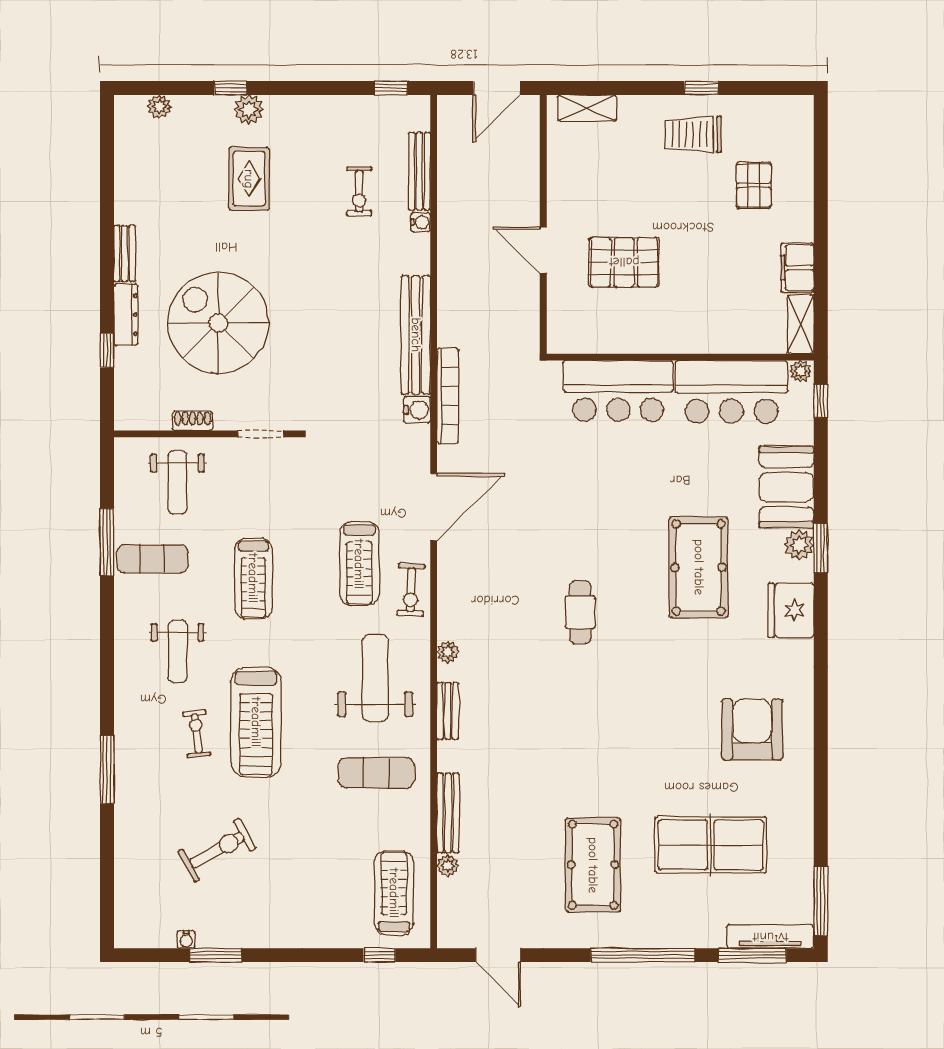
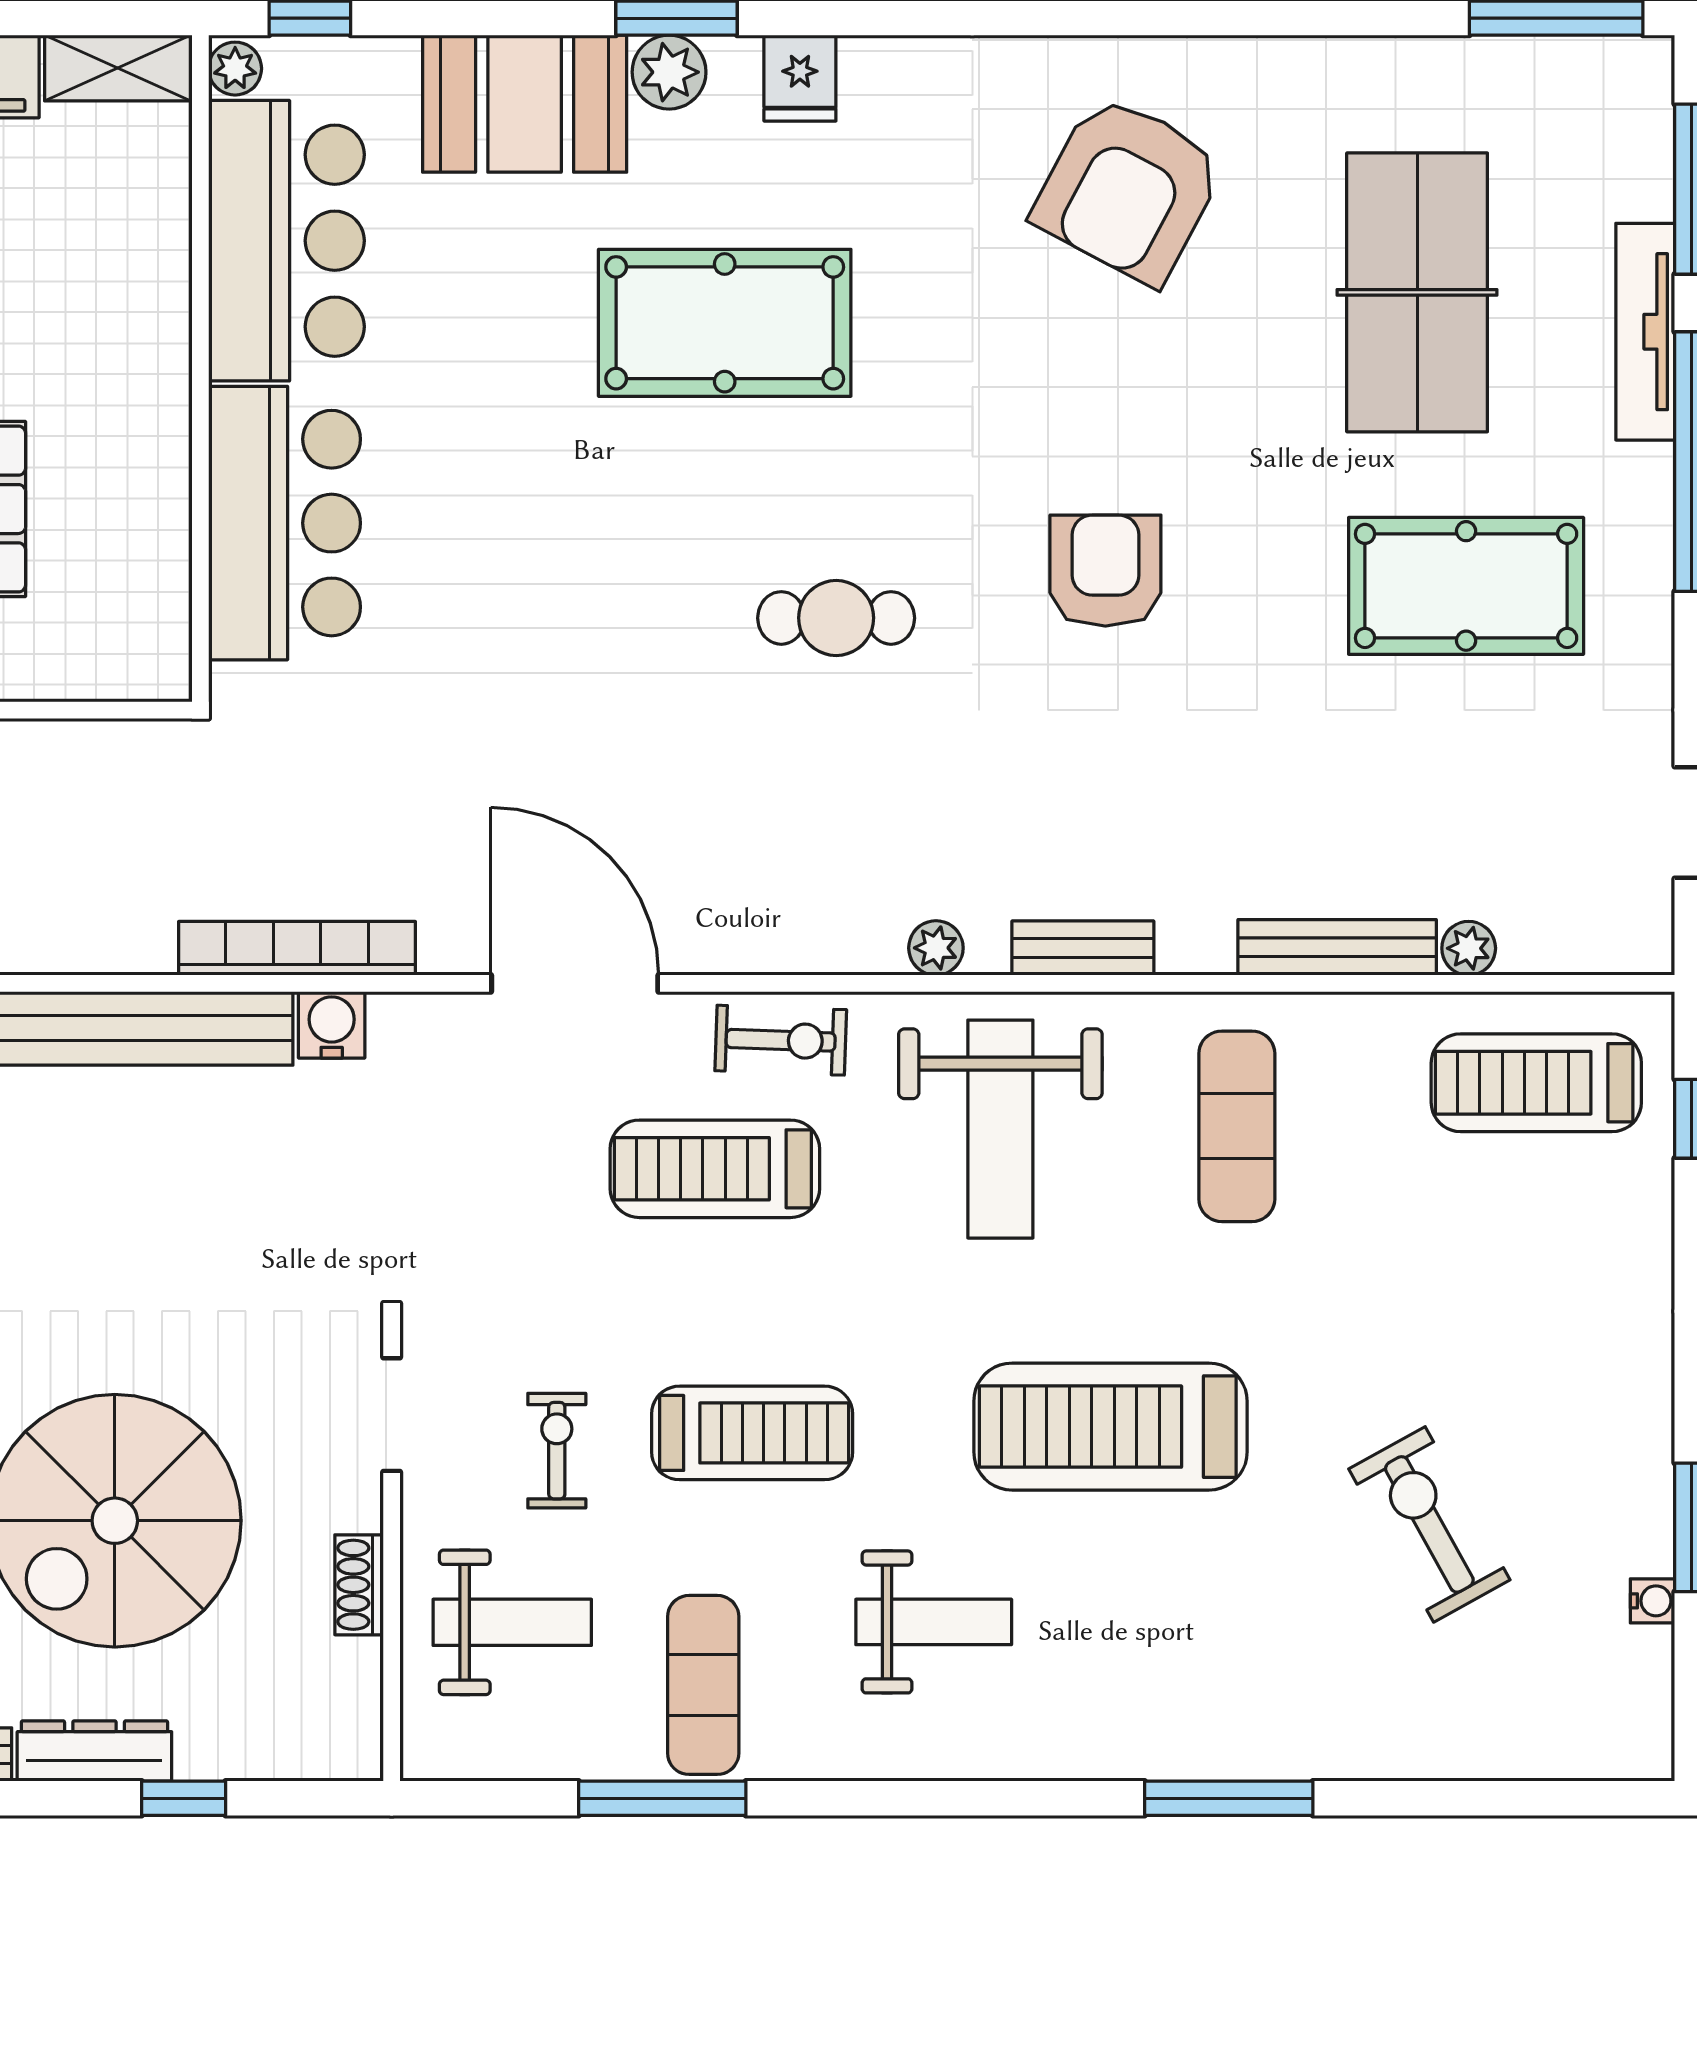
treadmill: (359, 564) -> (715, 1169), turned 180
fridge: (791, 610) -> (800, 78), width x0.53, depth x0.75
weight bench: (375, 678) -> (1000, 1129), turned -90
armchair: (599, 720) -> (1105, 571), added
treadmill: (256, 722) -> (1110, 1427), turned 180
armchair: (752, 729) -> (1128, 189), turned -62
exercise bike: (197, 734) -> (557, 1451), moved, turned 96
tv unit: (770, 937) -> (1645, 332), moved

